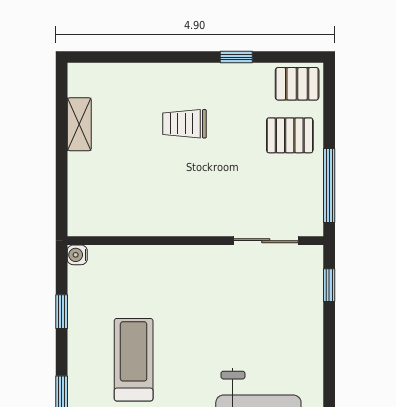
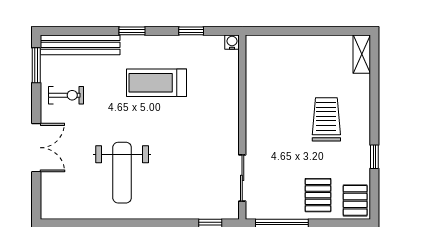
shelving: (79, 124) -> (362, 54), moved, turned 90
trolley: (184, 124) -> (326, 119), width x1.36, depth x1.39
treadmill: (134, 360) -> (157, 83), turned 180

